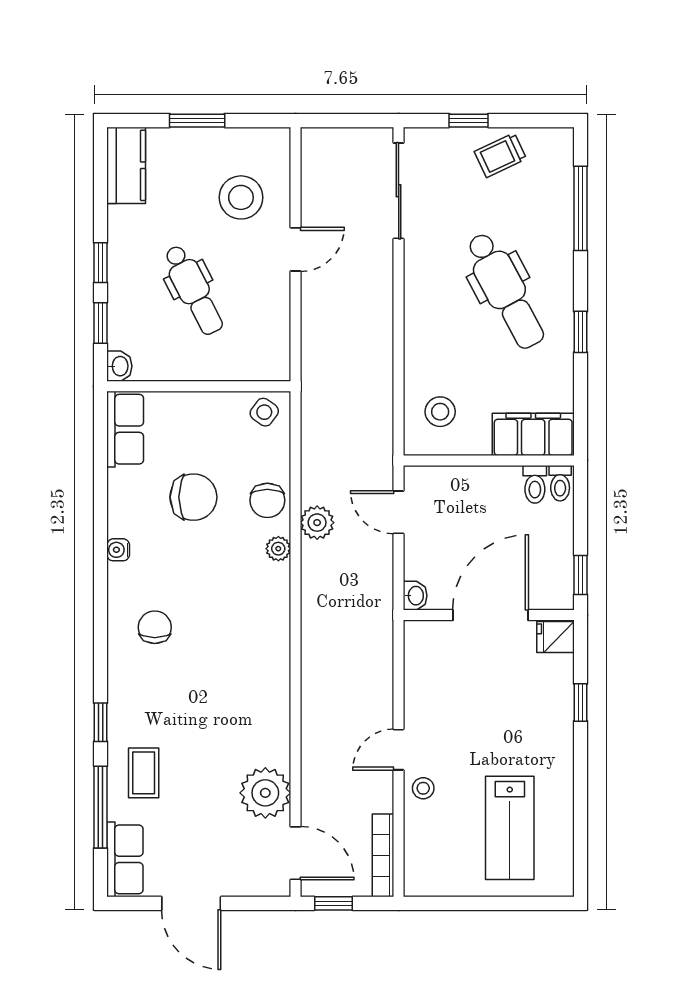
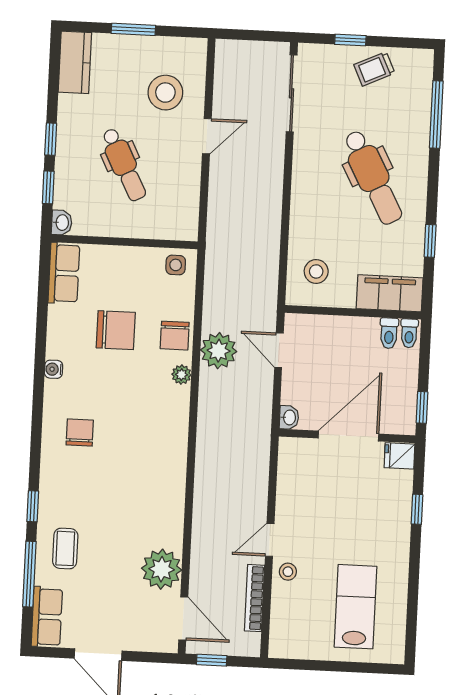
window: (581, 332) -> (430, 241), moved
side table: (264, 412) -> (176, 265), turned -36
plant: (317, 523) -> (219, 351), width x1.36, depth x1.36
lab bench: (510, 828) -> (356, 607), turned 180
bookcase: (383, 855) -> (254, 598), moved

